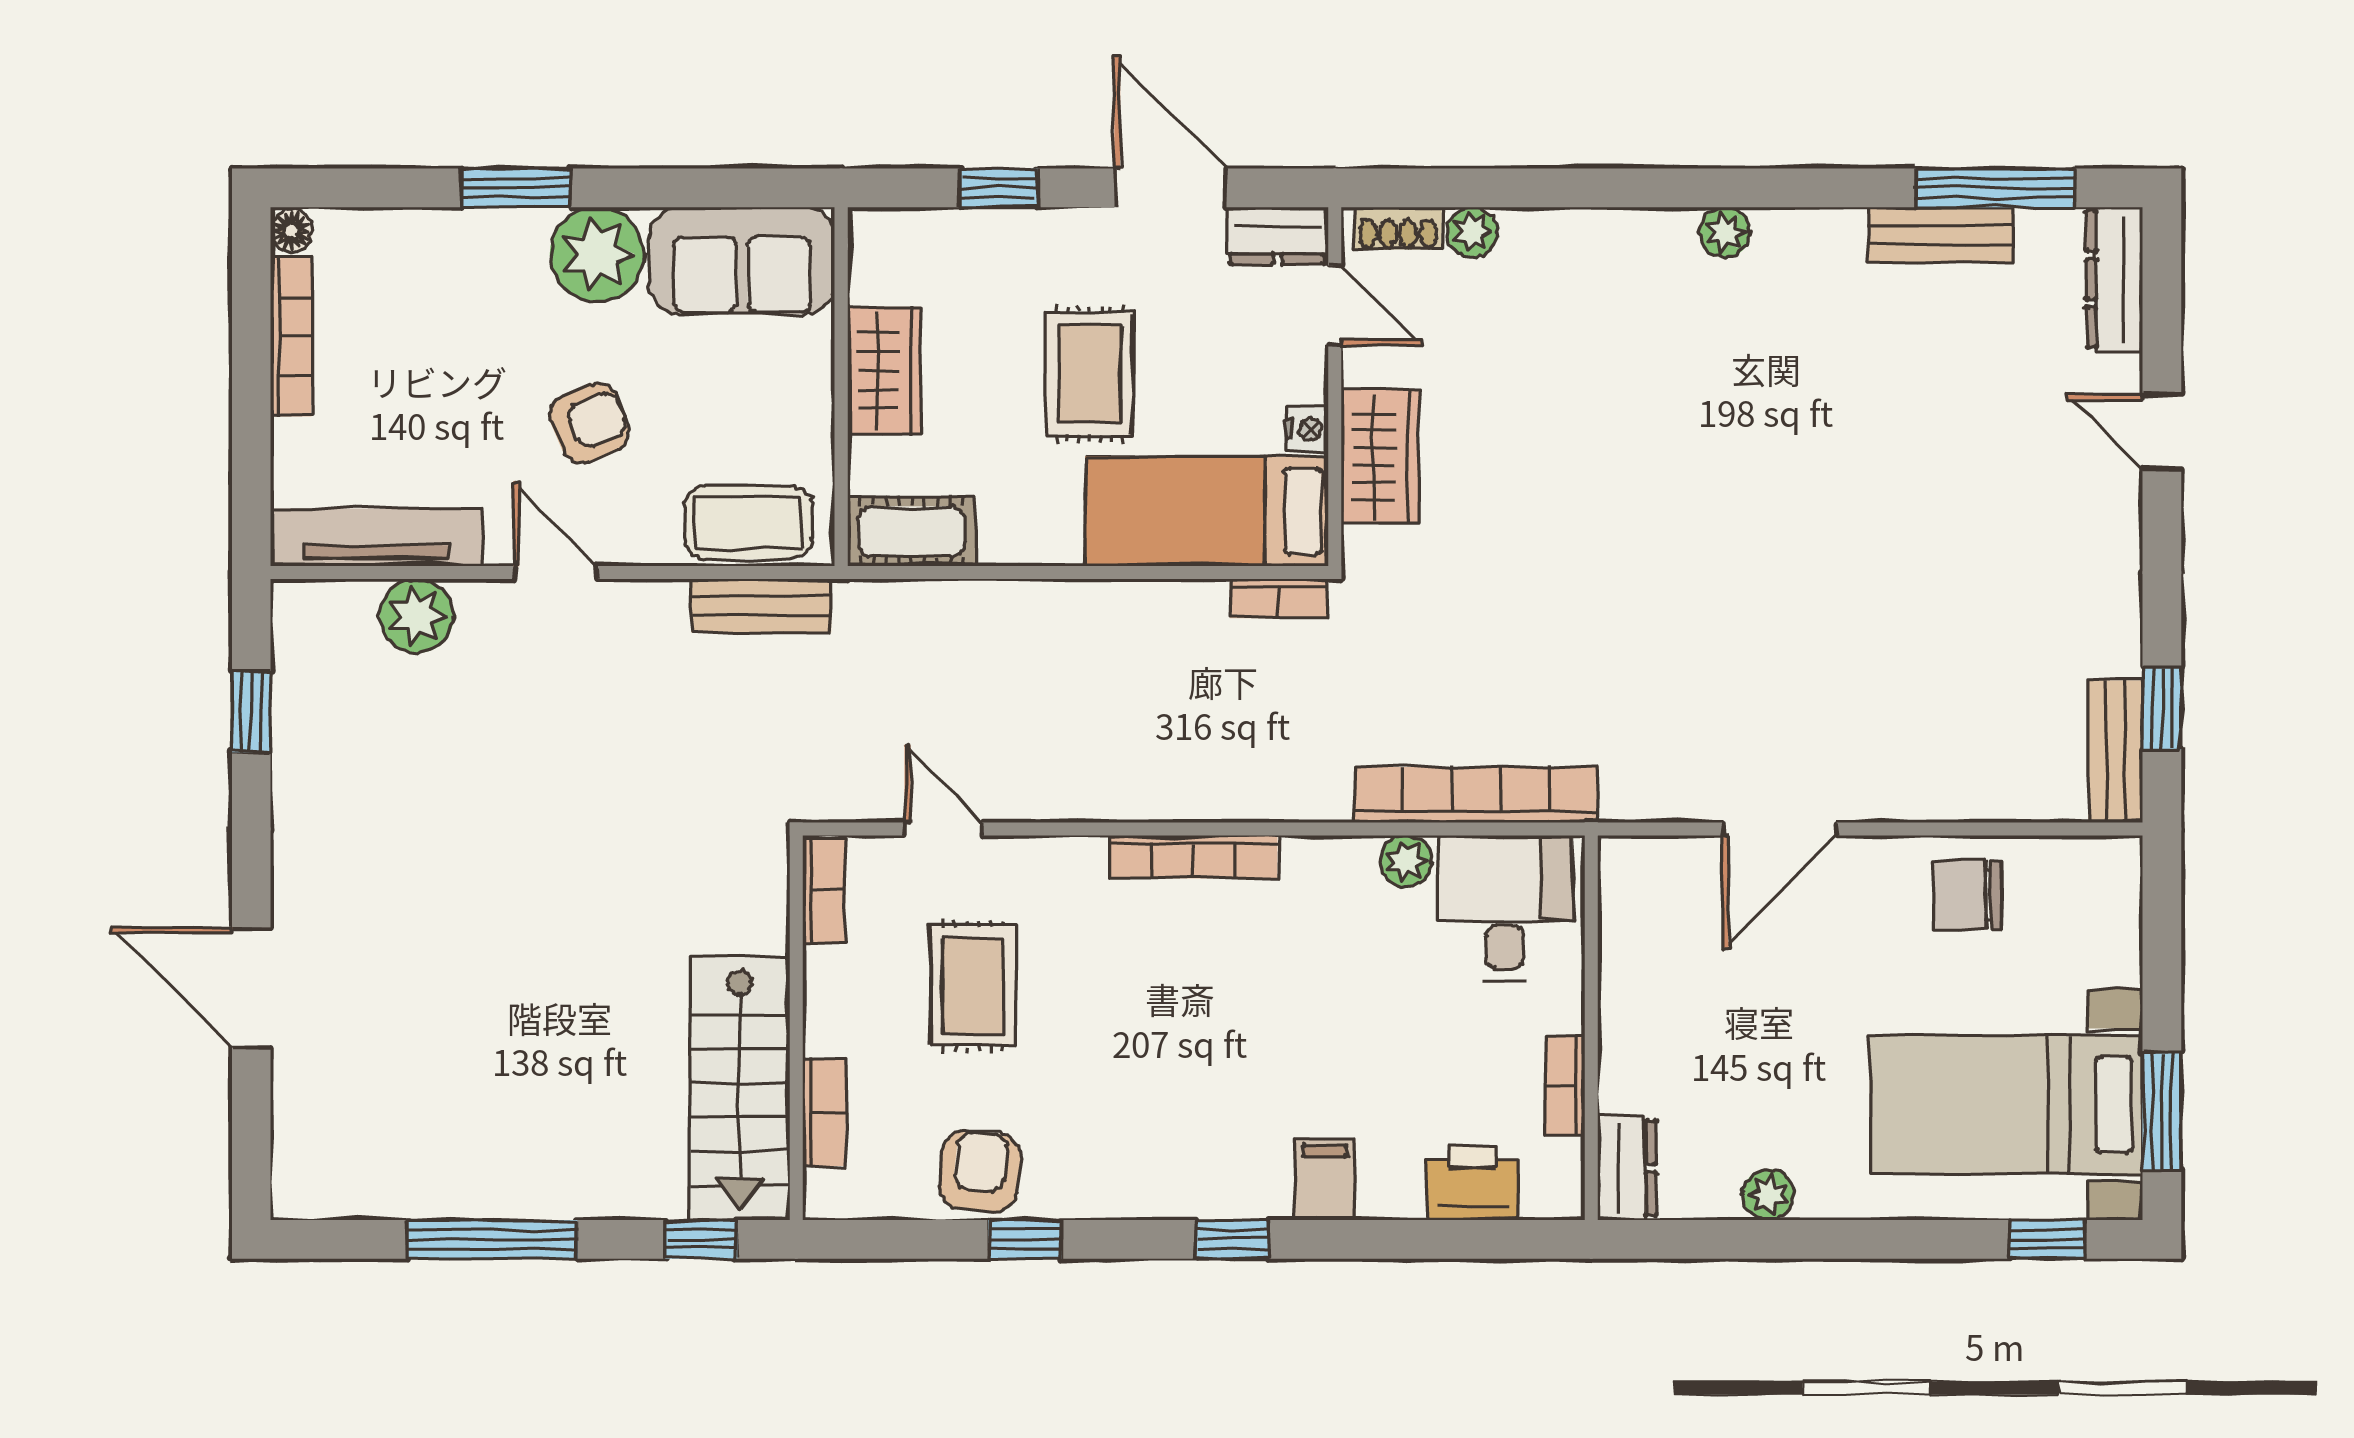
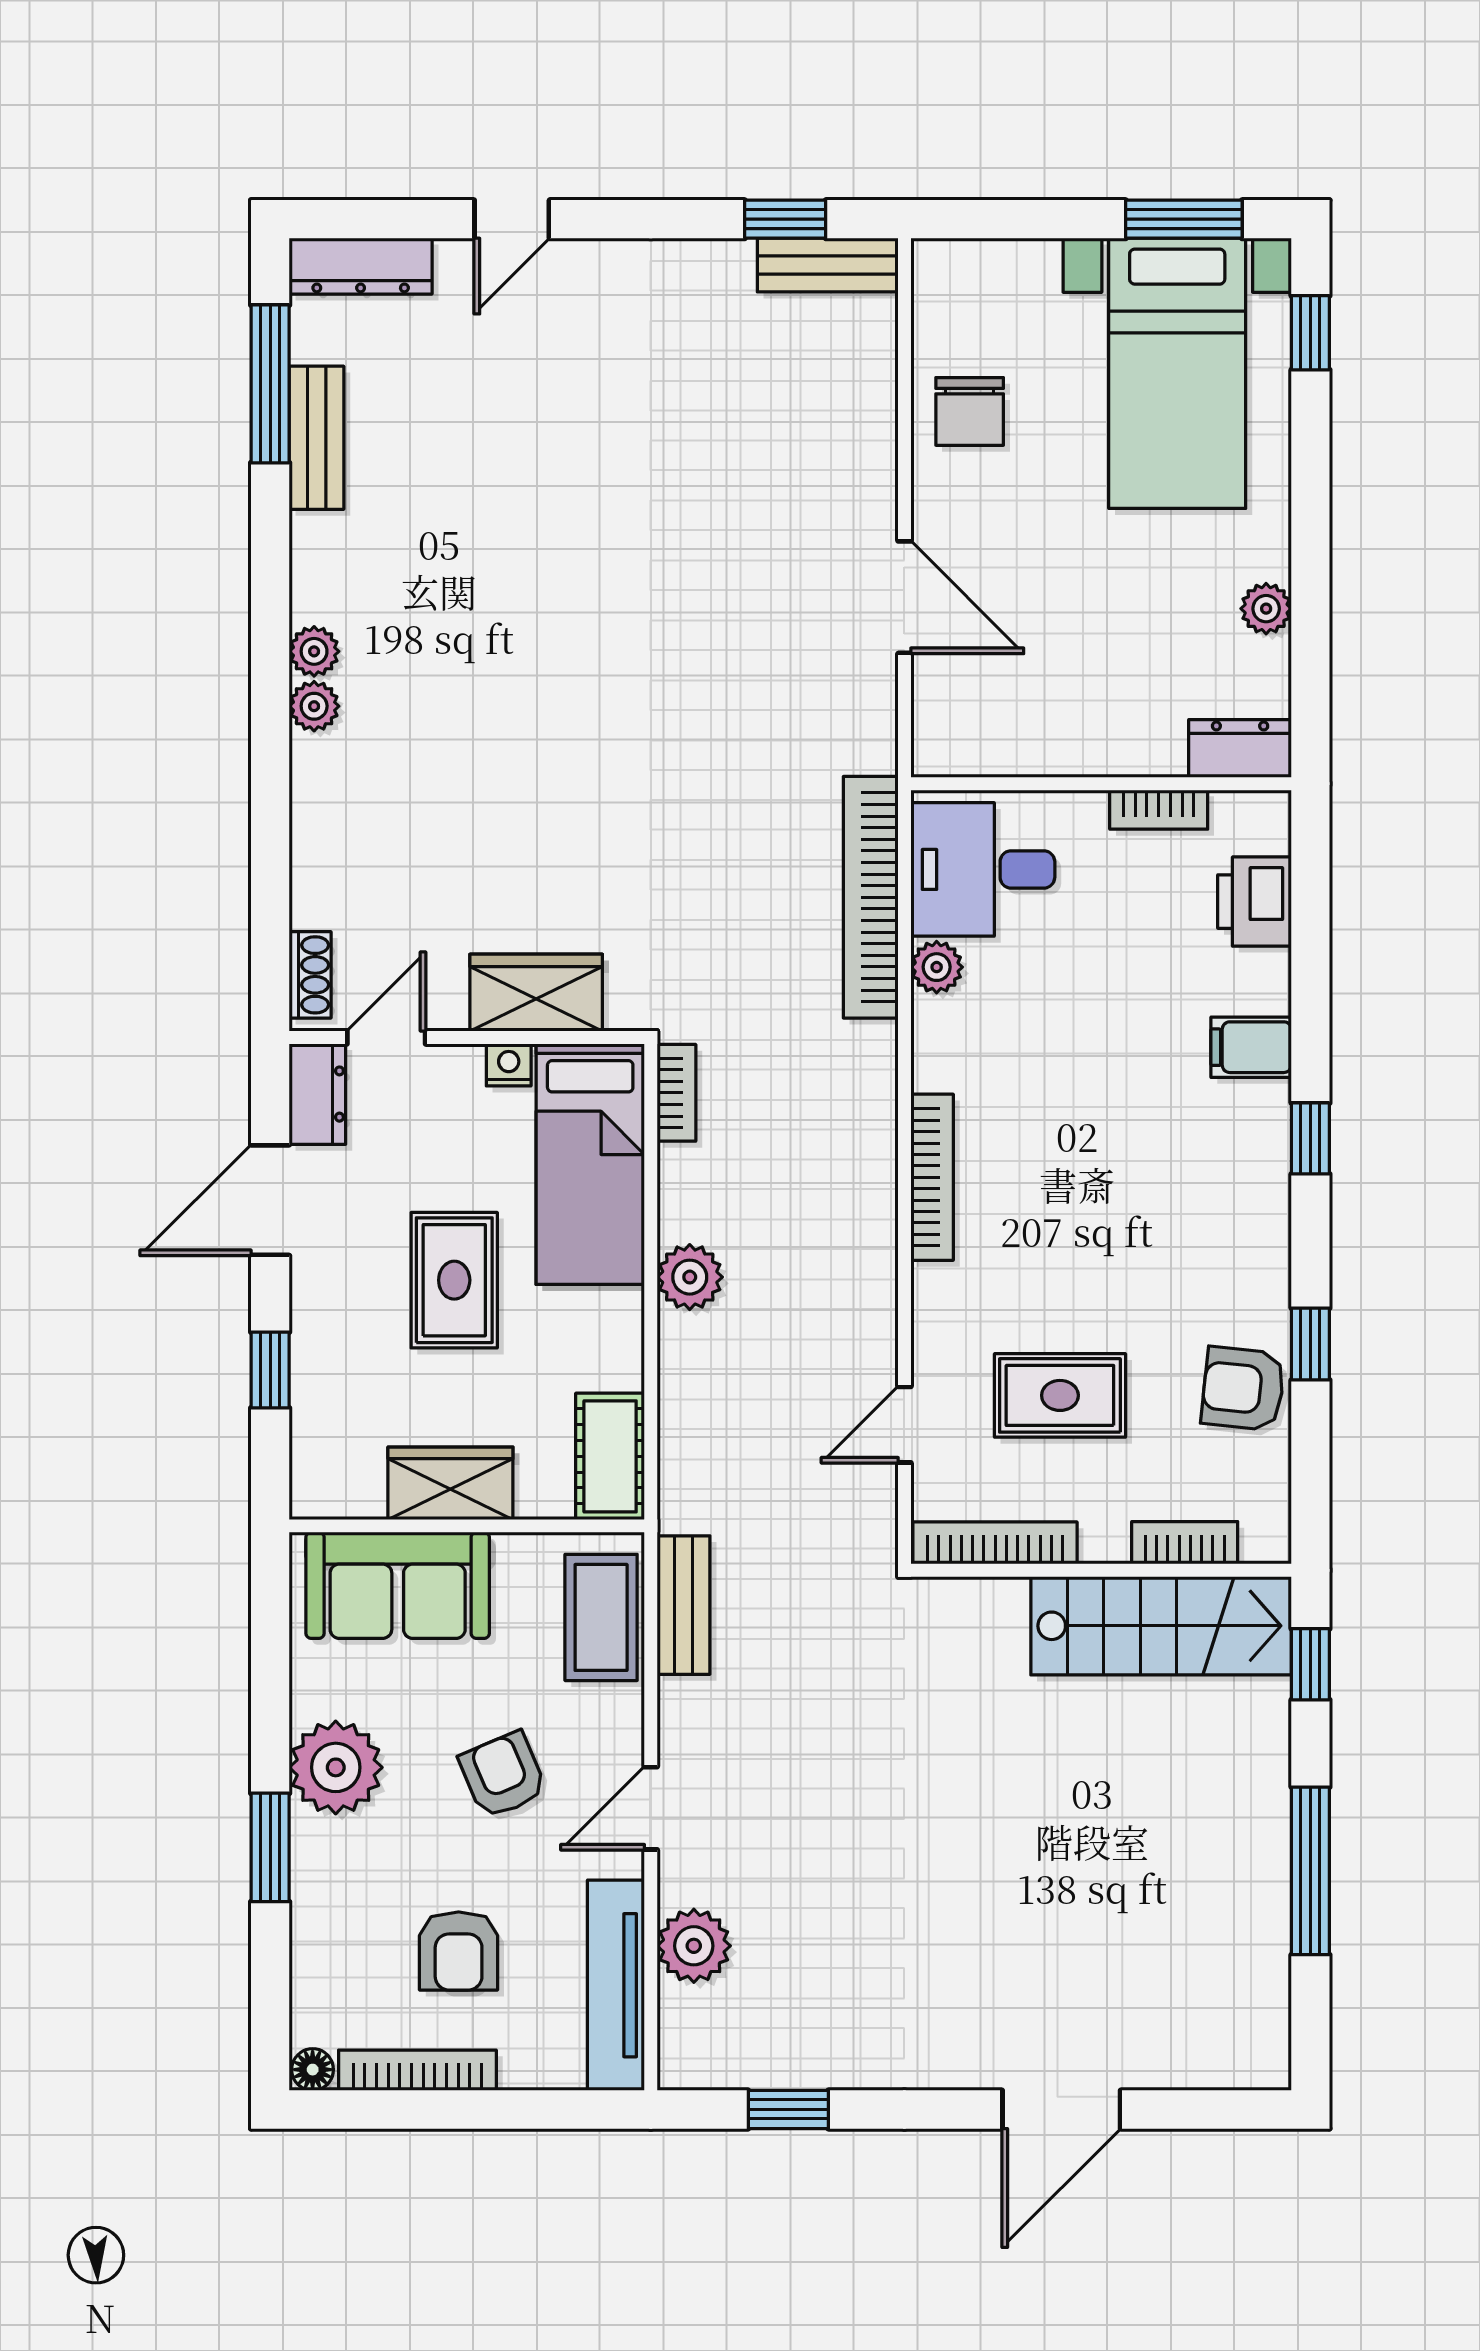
plant: (1472, 232) -> (314, 706), moved
sofa: (742, 261) -> (398, 1585), moved, turned 90
rug: (1089, 374) -> (454, 1280), turned 90
armchair: (411, 378) -> (459, 1951), added
plant: (1093, 612) -> (690, 1277), added
bookcase: (824, 891) -> (995, 1543), width x1.56

